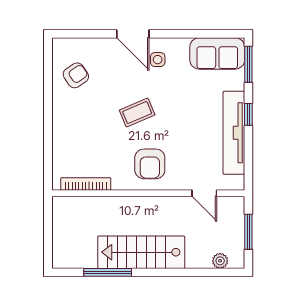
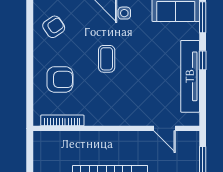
coffee table: (137, 113) -> (107, 59), turned -67
armchair: (150, 164) -> (60, 79), moved, turned -90

